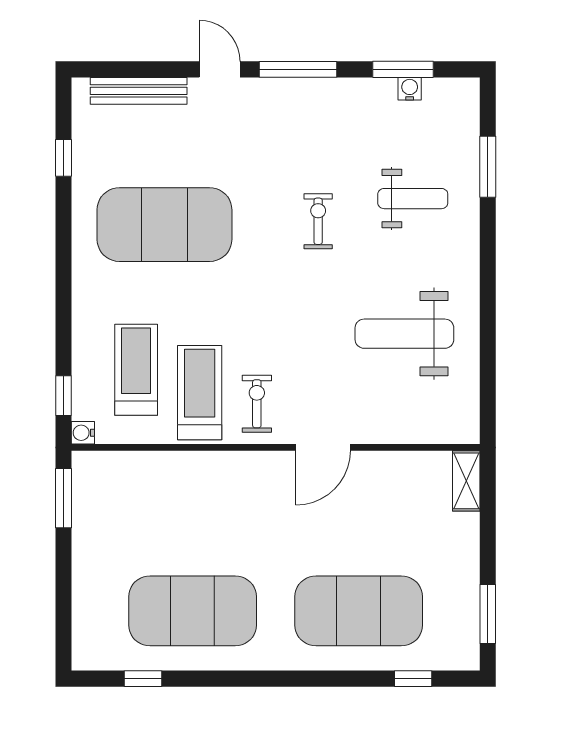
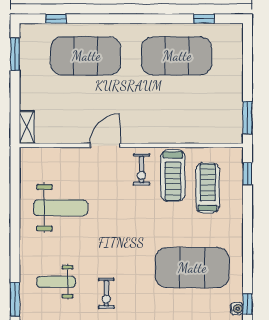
exercise bike: (318, 221) -> (106, 293), moved
treadmill: (136, 370) -> (208, 188), turned 180
water cooler: (83, 433) -> (237, 309), moved

